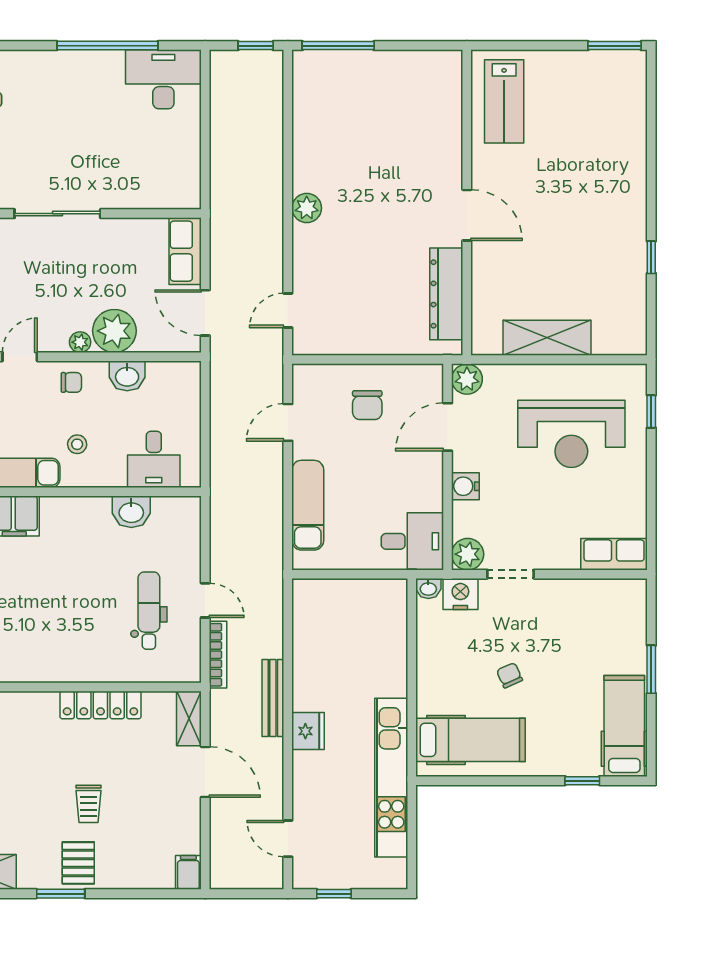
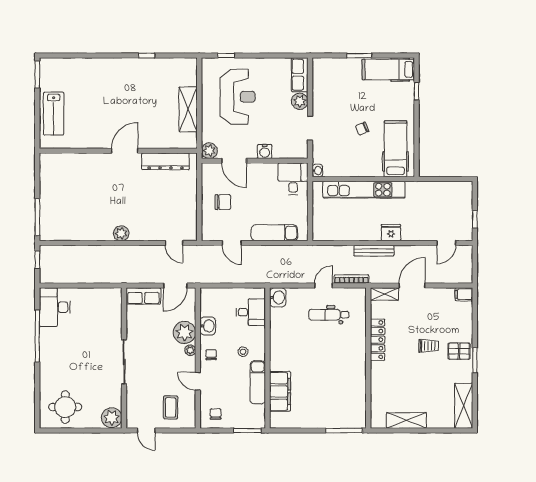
lab bench: (504, 101) -> (54, 114), moved, turned 90
washbasin: (131, 512) -> (278, 297), moved
plant: (468, 554) -> (300, 101), moved
nightstand: (460, 594) -> (320, 154), removed
kitchen unit: (391, 778) -> (364, 190), moved

